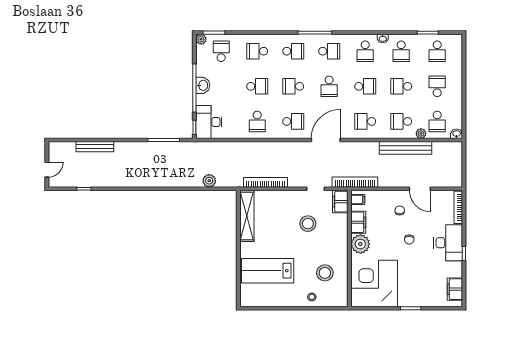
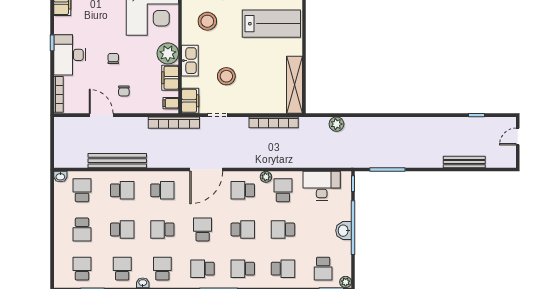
desk: (209, 122) -> (322, 186), moved, turned -90
plant: (421, 133) -> (266, 177), moved
kitchen sink: (340, 238) -> (190, 61), added

